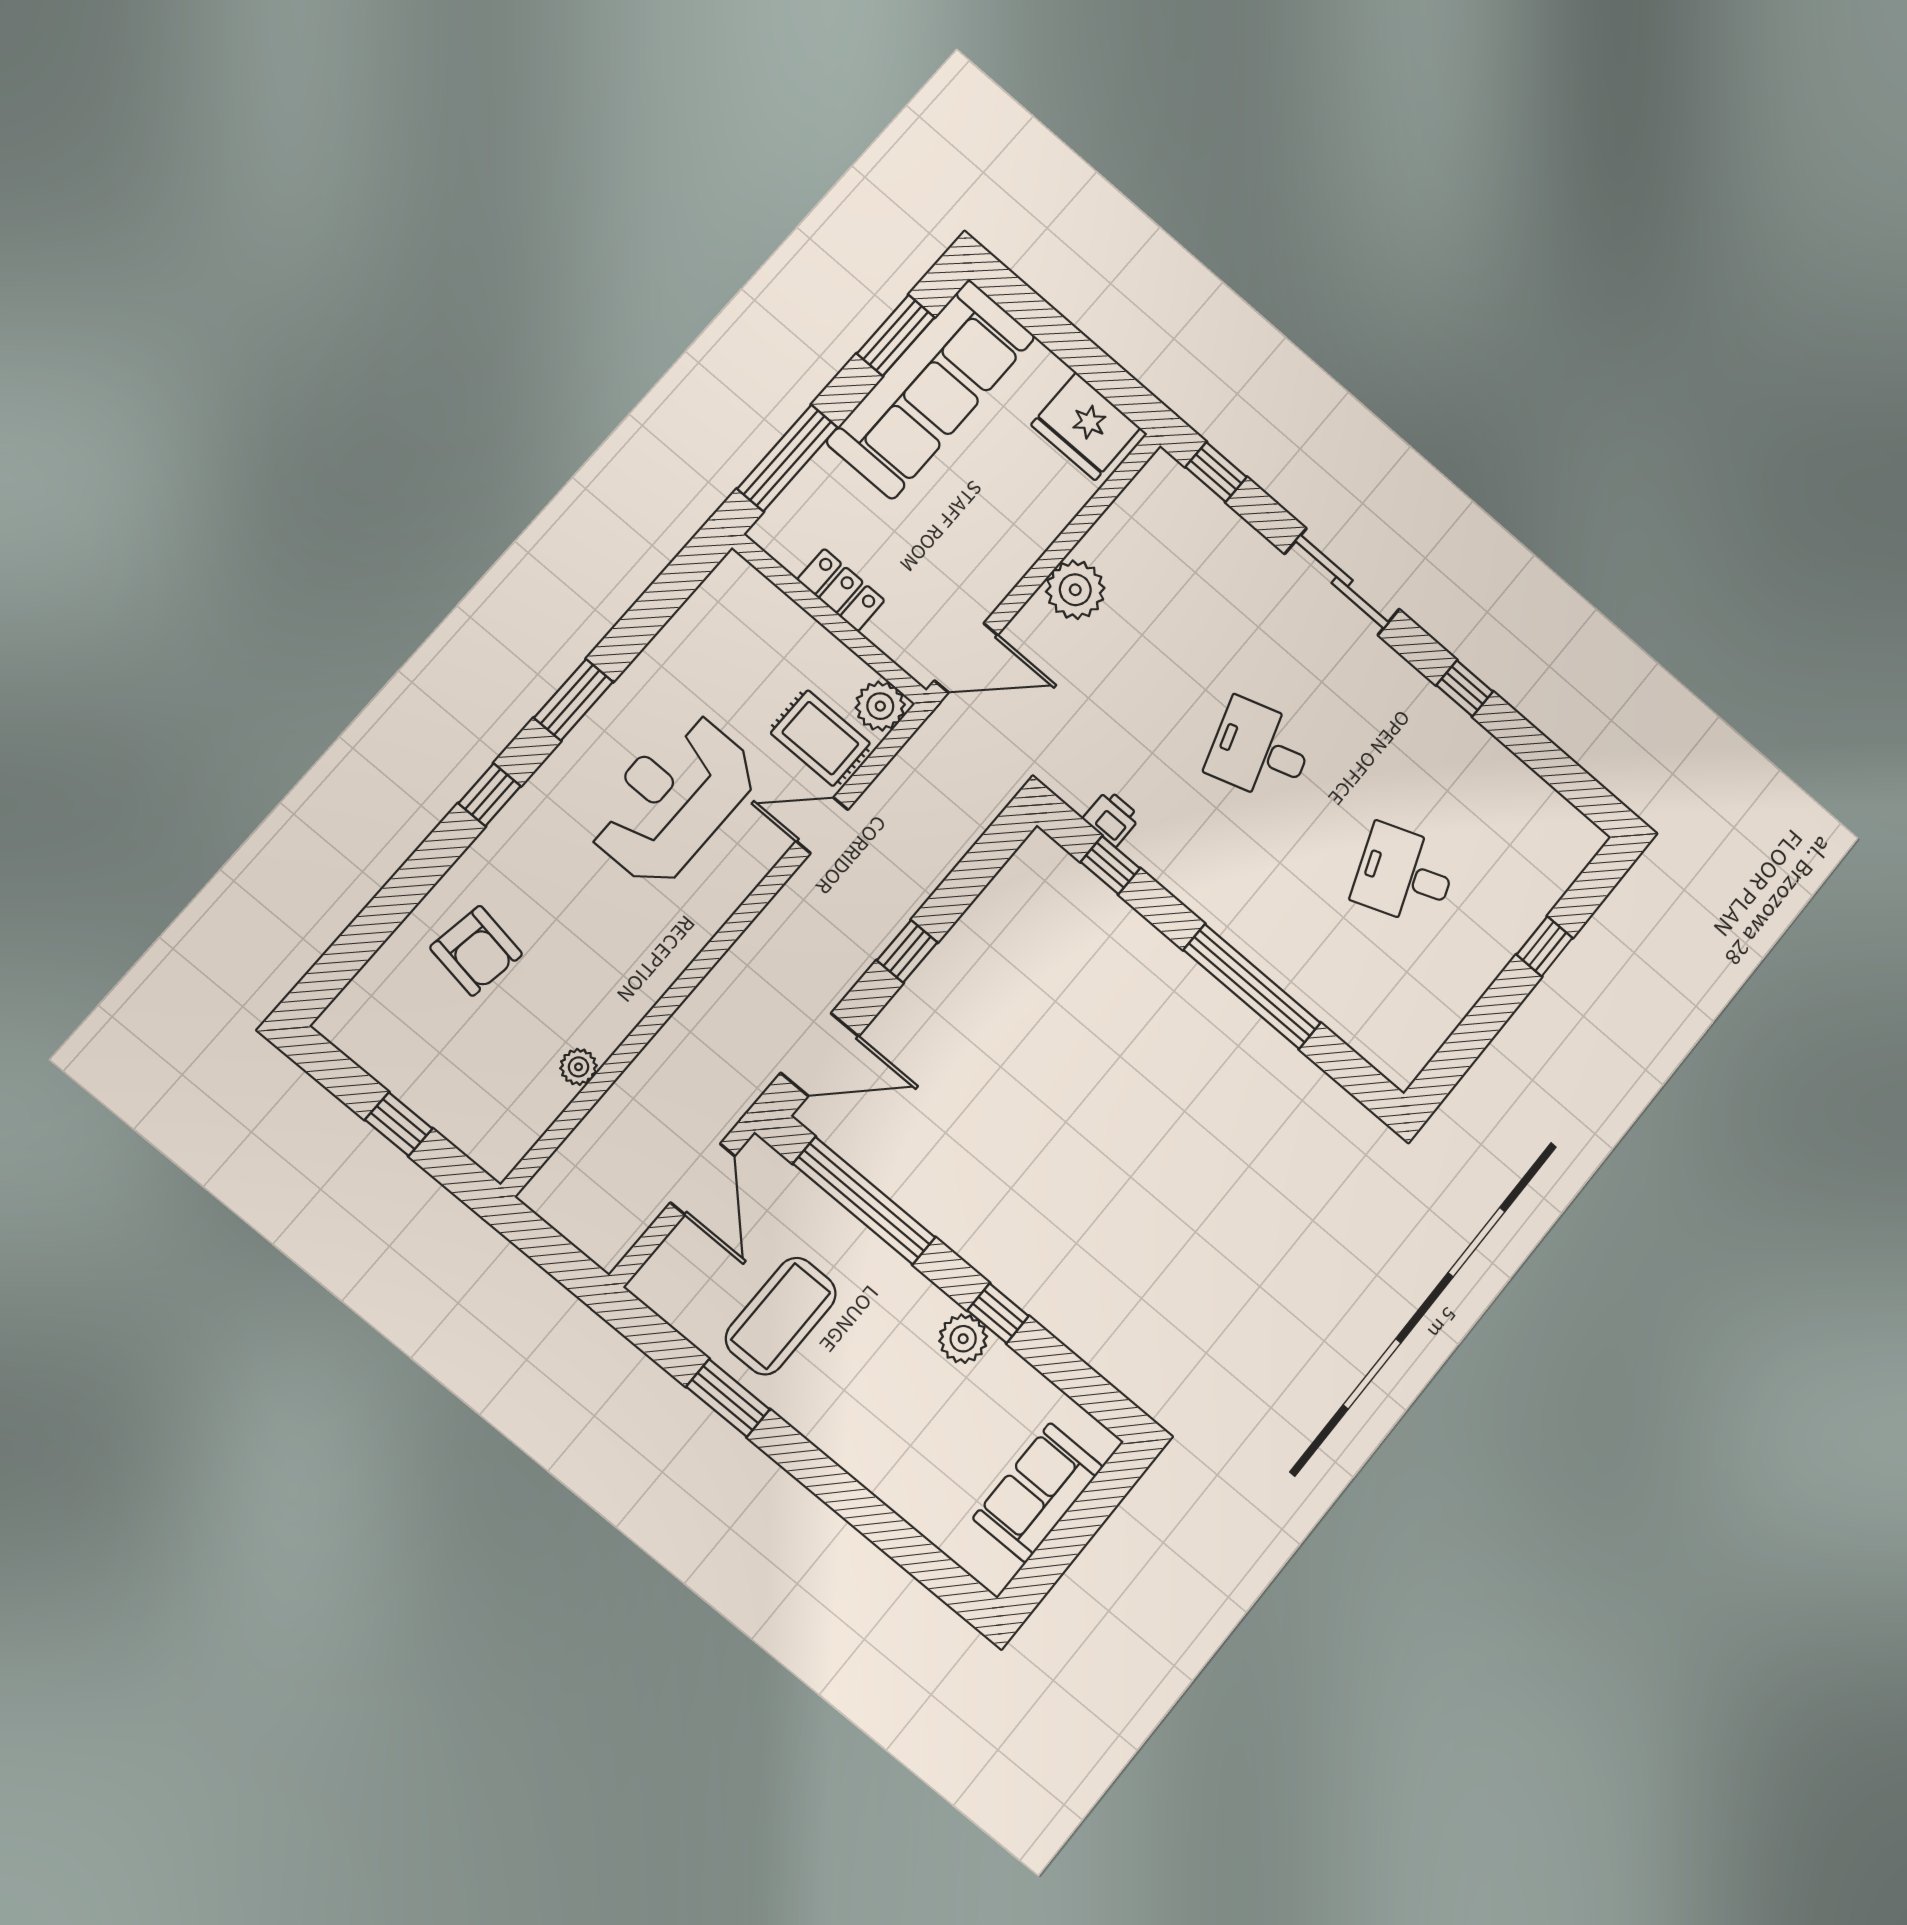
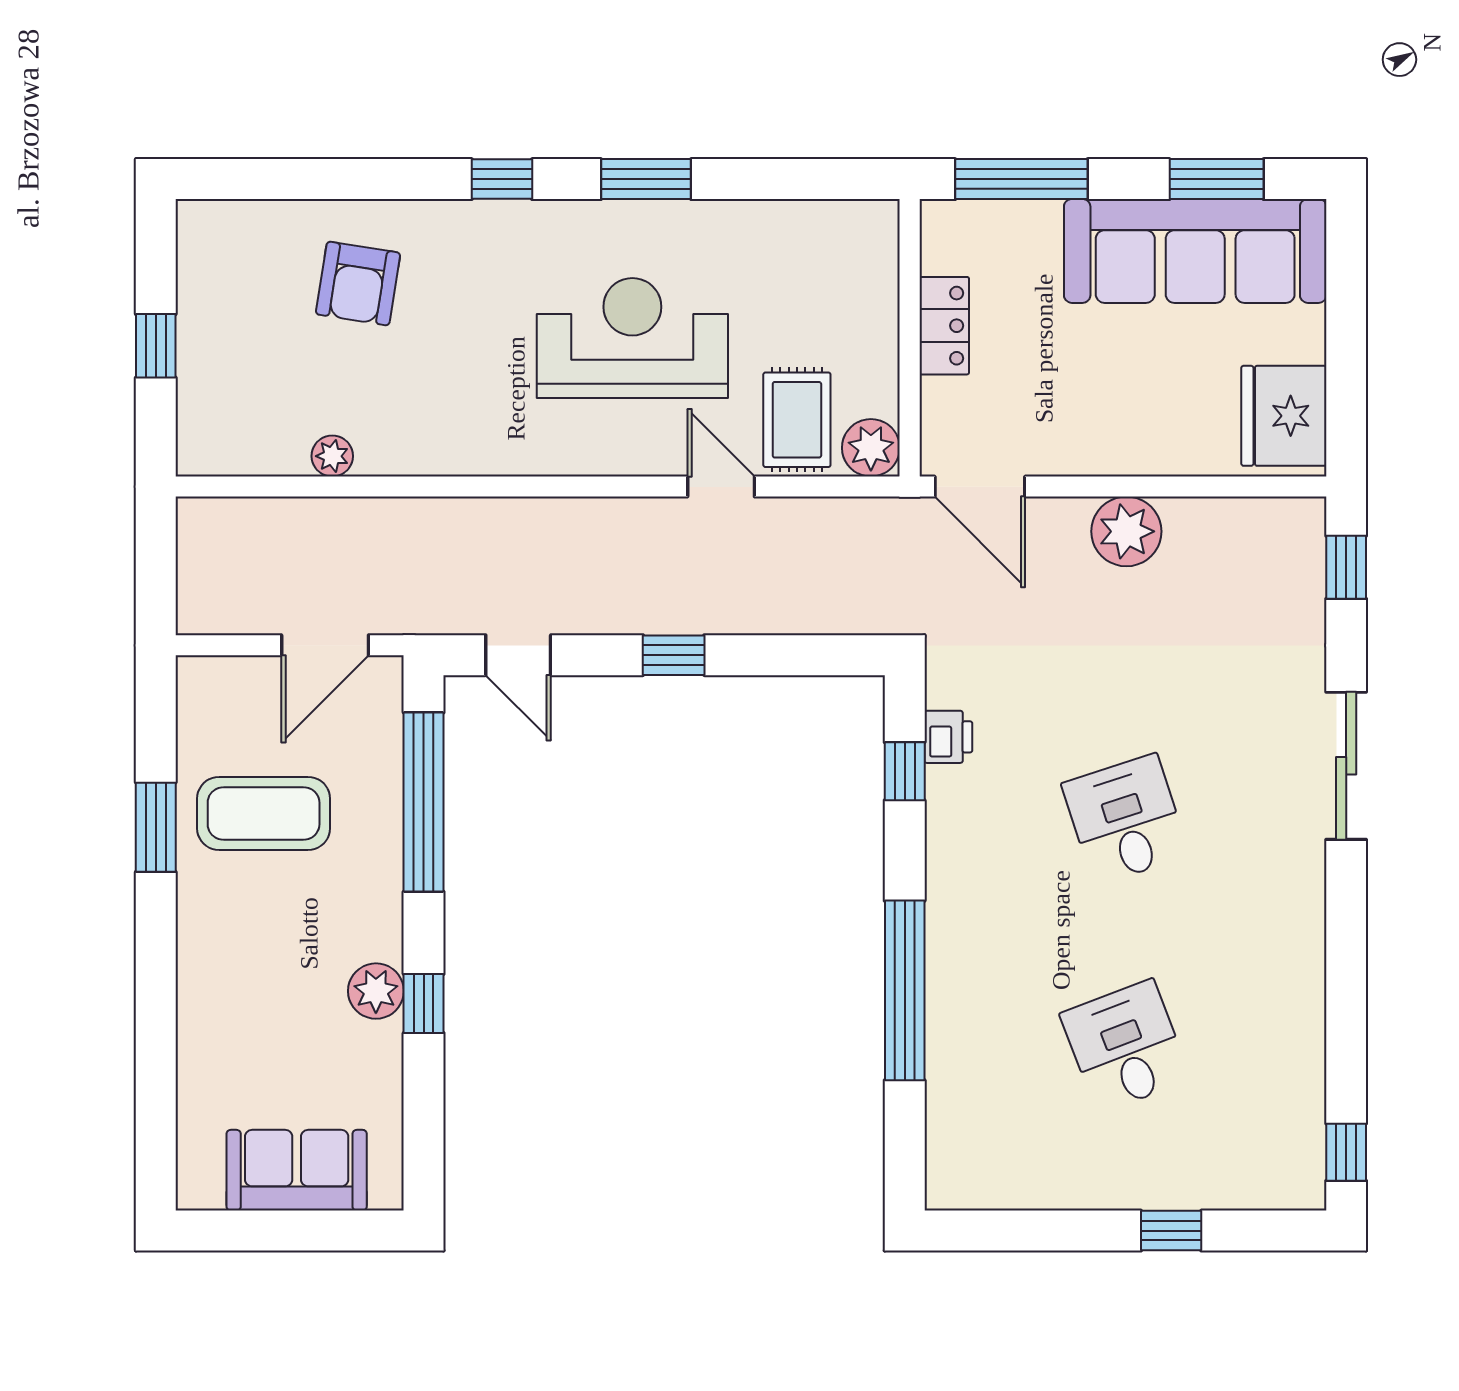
window: (1465, 688) -> (1346, 1152), moved
door: (820, 1055) -> (518, 655), width x0.73

